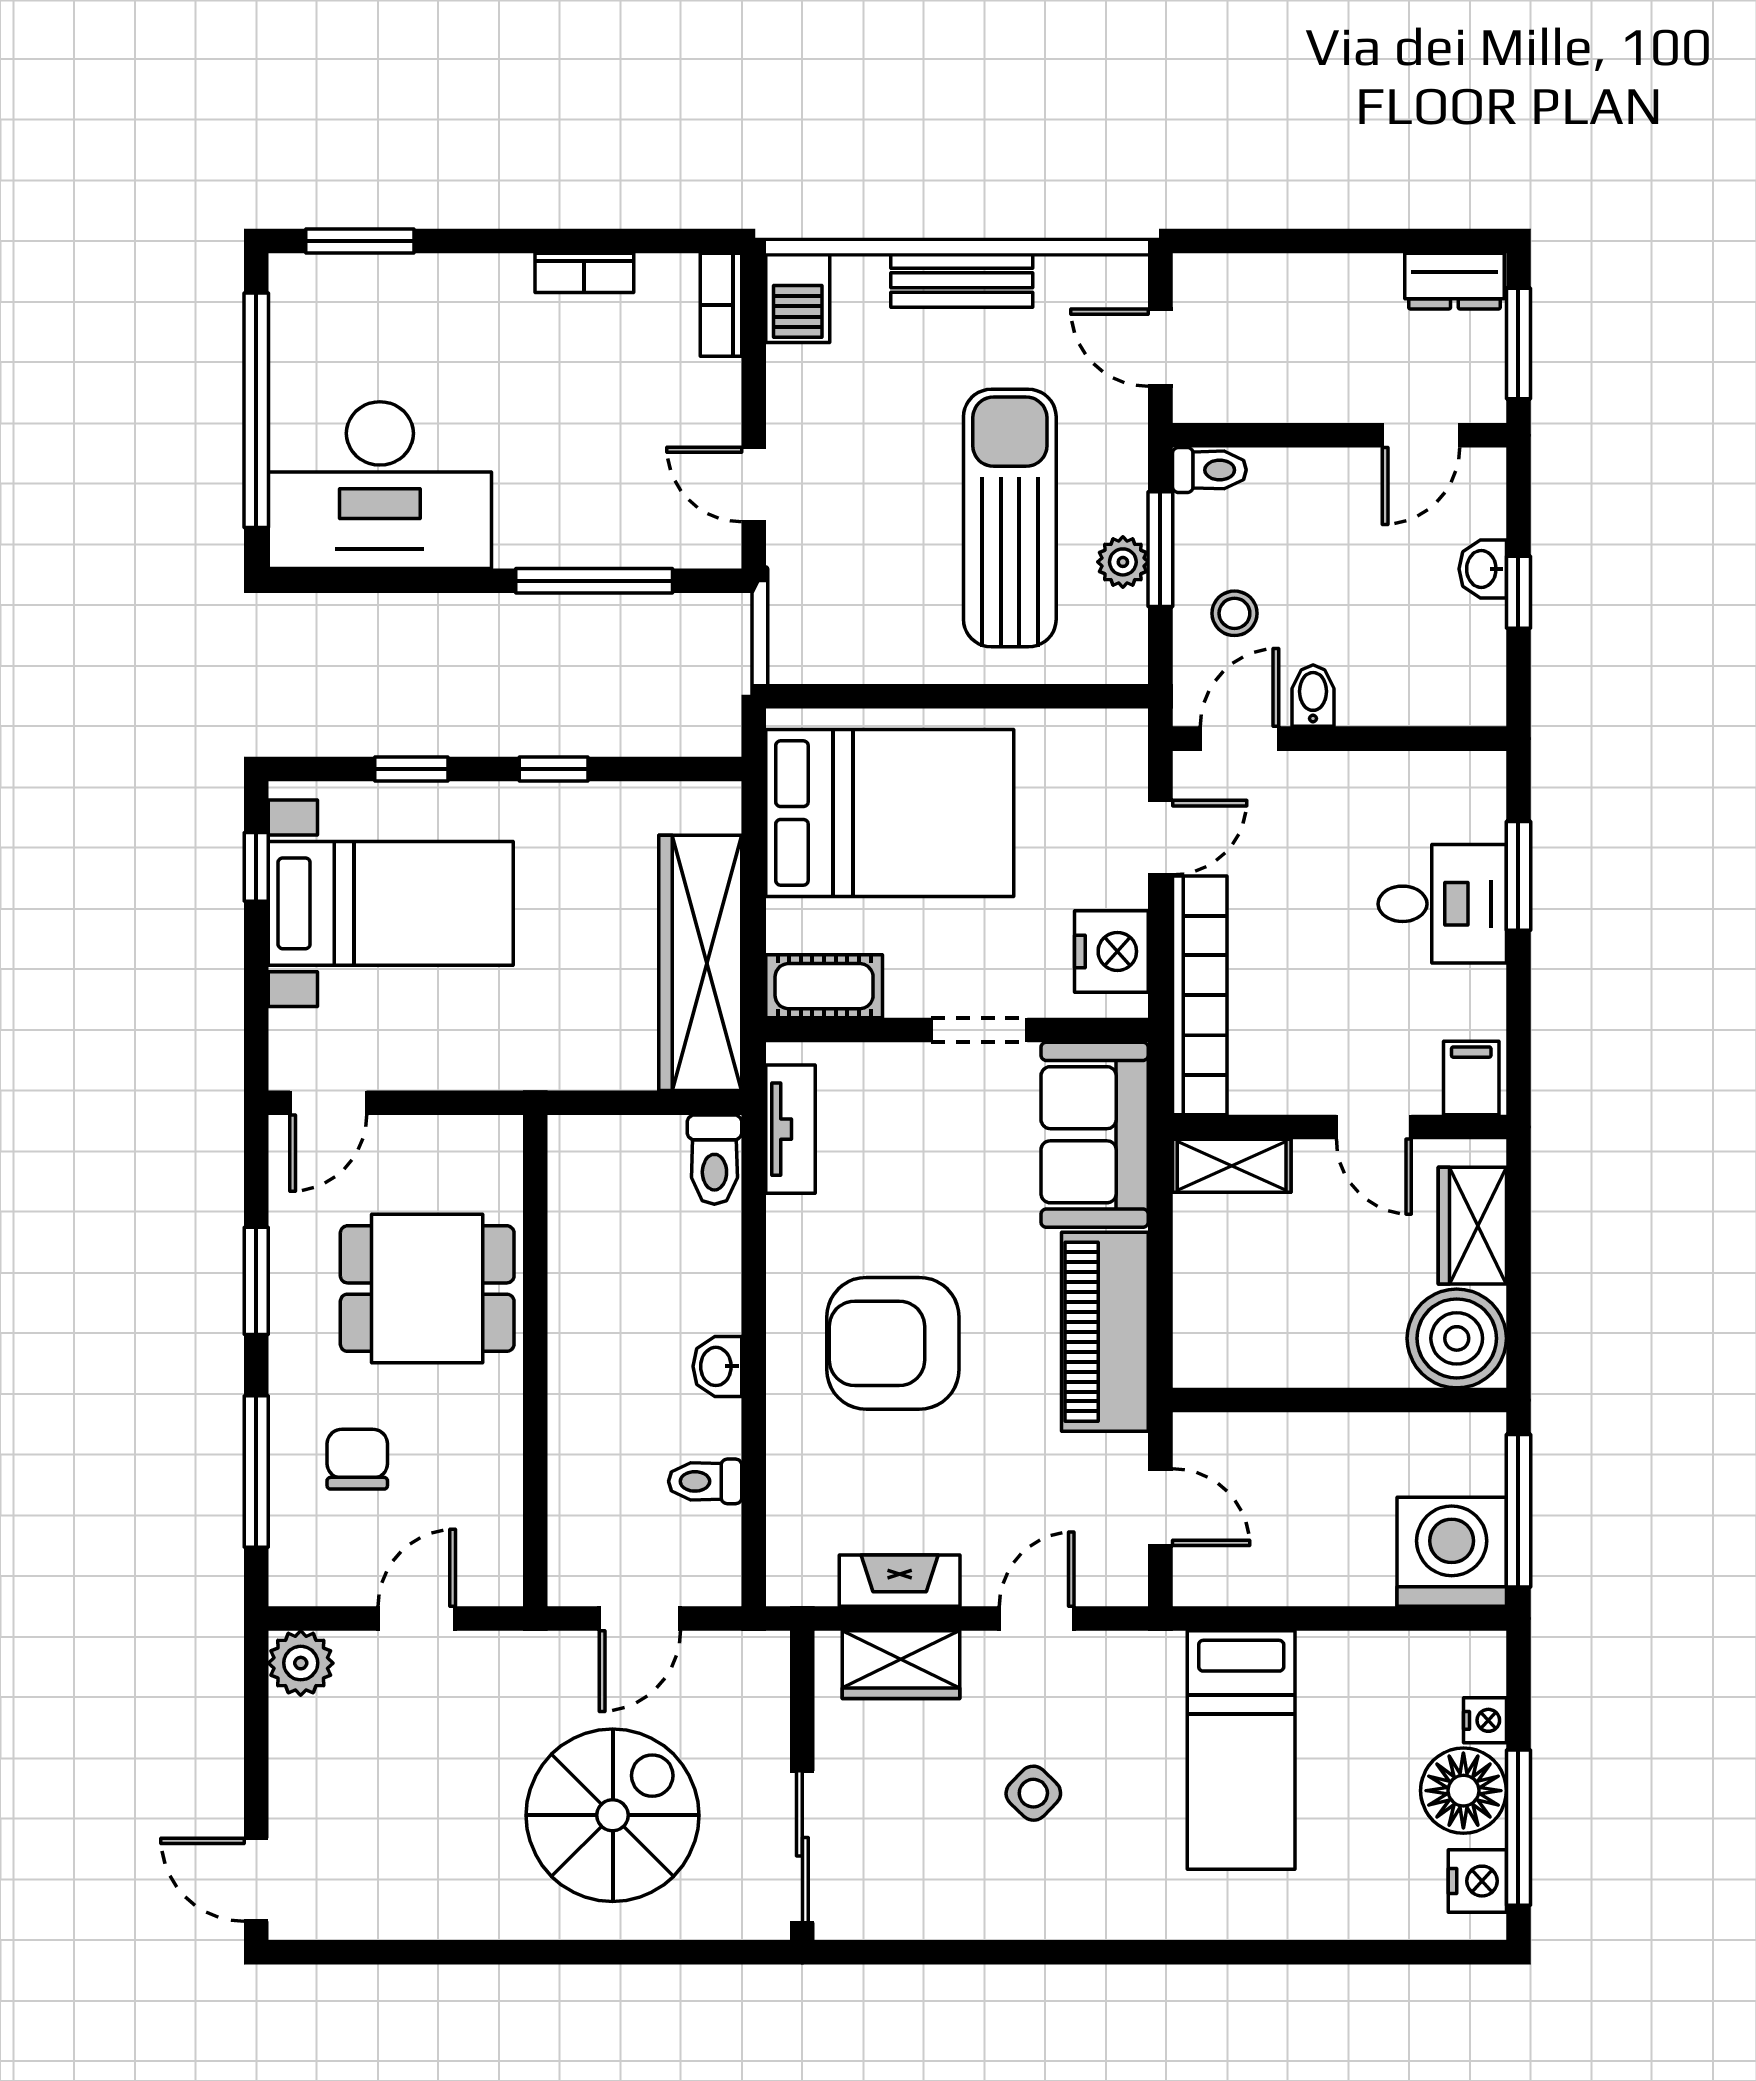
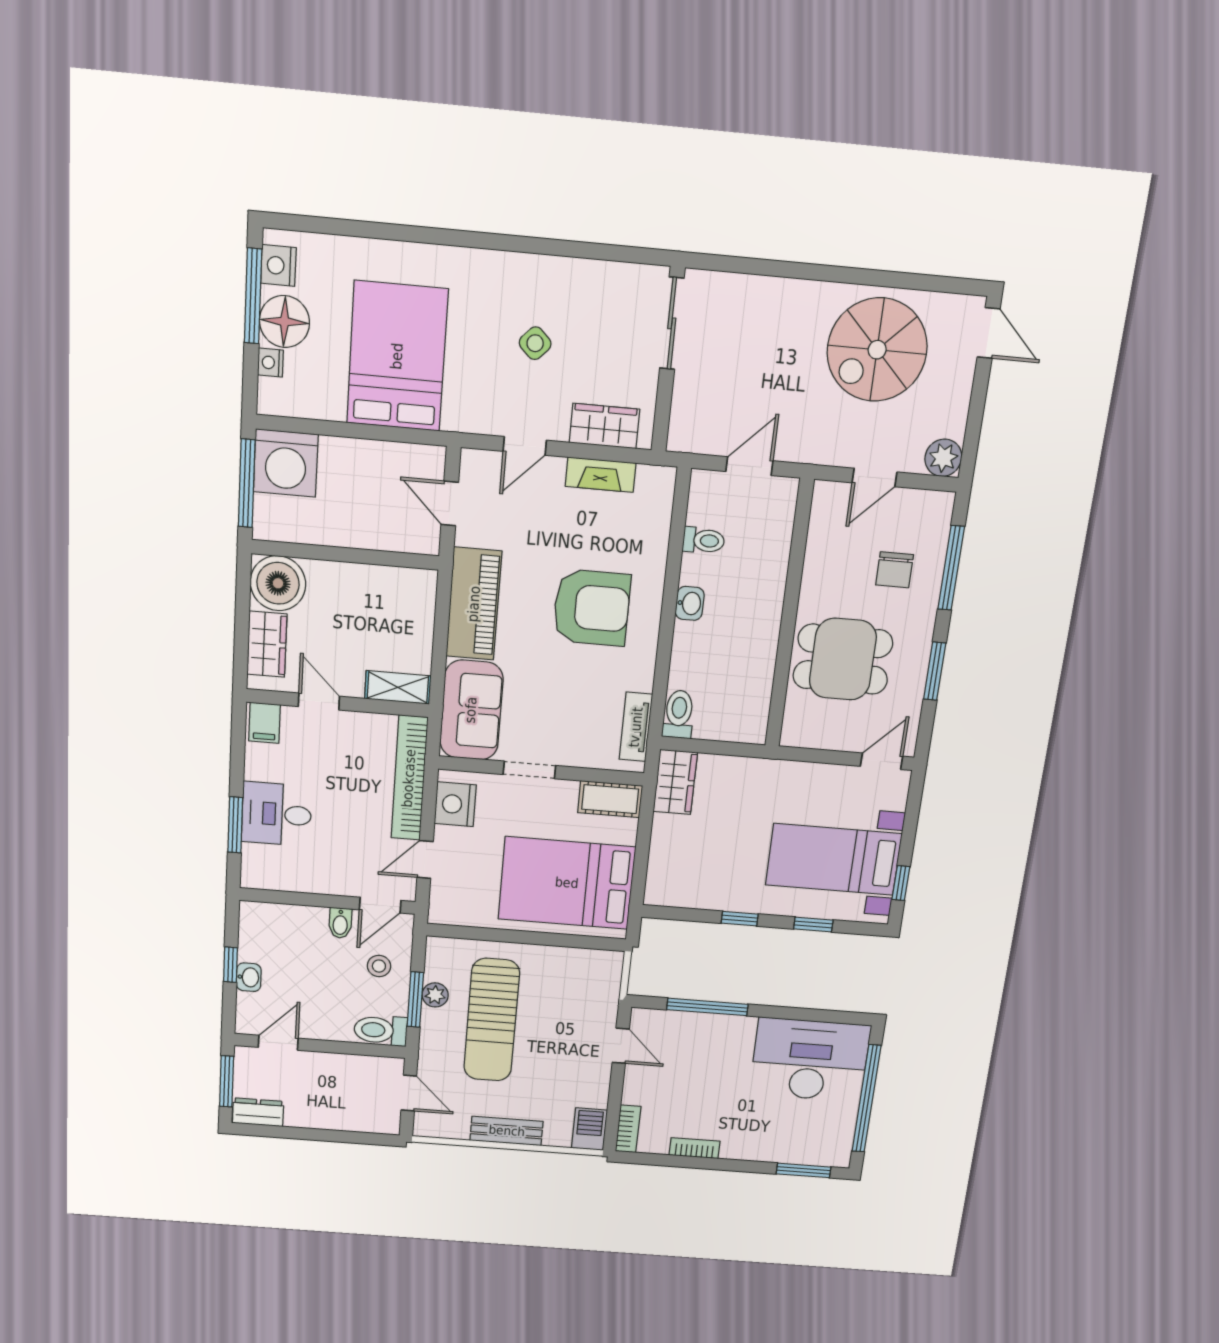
toilet: (1209, 470) -> (381, 1030), width x1.37, depth x1.39
wardrobe: (700, 963) -> (675, 782), width x0.48, depth x0.85
bed: (1241, 1750) -> (397, 356), width x1.50
spiral stairs: (613, 1815) -> (877, 350), moved

